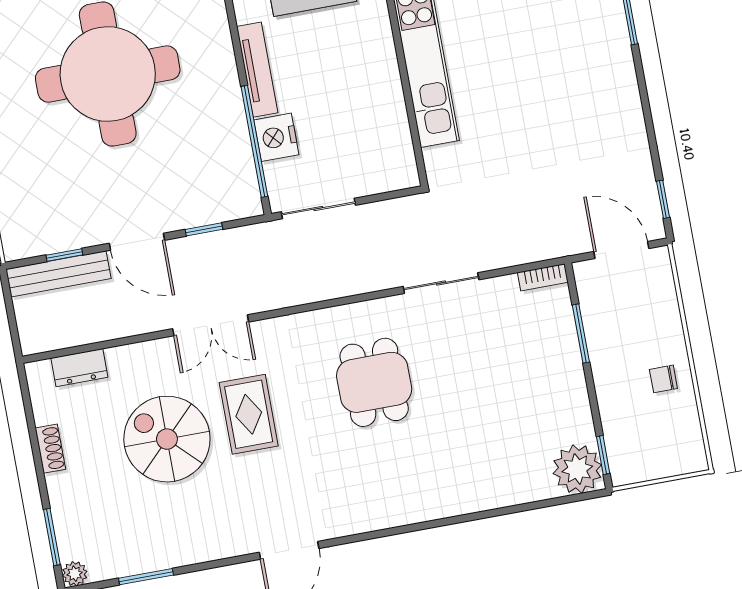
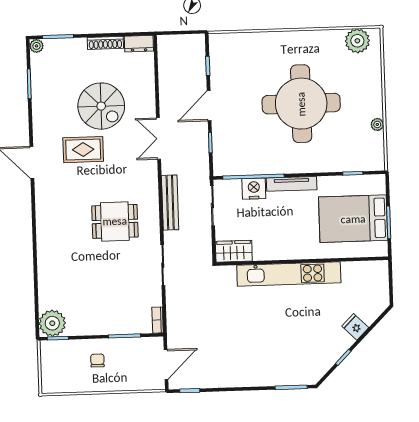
wardrobe: (396, 157) -> (234, 251), added
bench: (59, 274) -> (170, 203), moved
dresser: (79, 368) -> (139, 44), moved, turned -90
chair: (663, 379) -> (97, 360), moved
rug: (249, 414) -> (83, 150), moved
spiral stairs: (167, 439) -> (101, 106), turned 90
shoe rack: (50, 449) -> (105, 43), width x1.43

